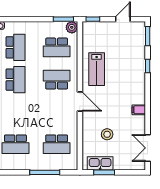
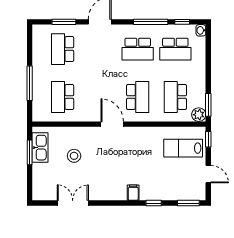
lab bench: (97, 69) -> (183, 148), moved
door: (80, 102) -> (112, 124), swing flipped
filing cabinet: (139, 110) -> (133, 193), moved
double door: (148, 148) -> (73, 203), moved

